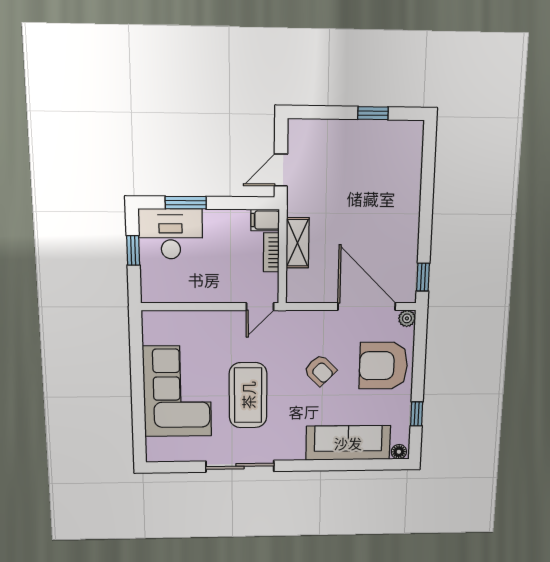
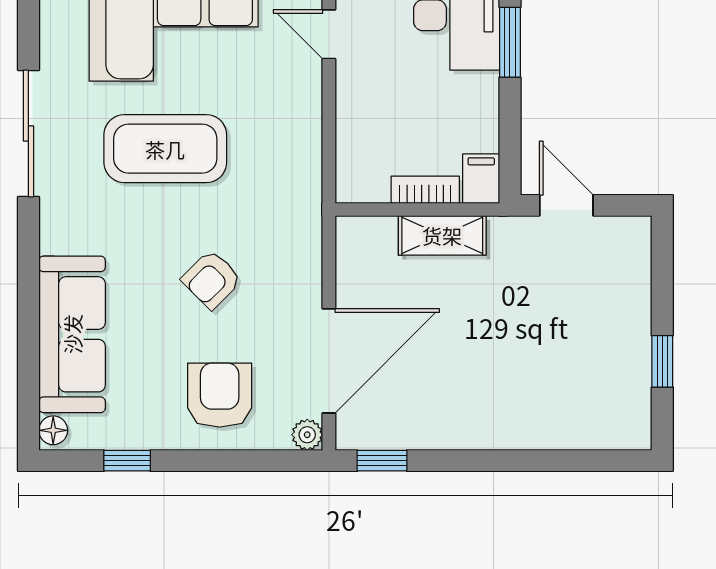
door: (260, 307) -> (329, 34), moved
armchair: (383, 366) -> (220, 395), width x0.73, depth x0.73

